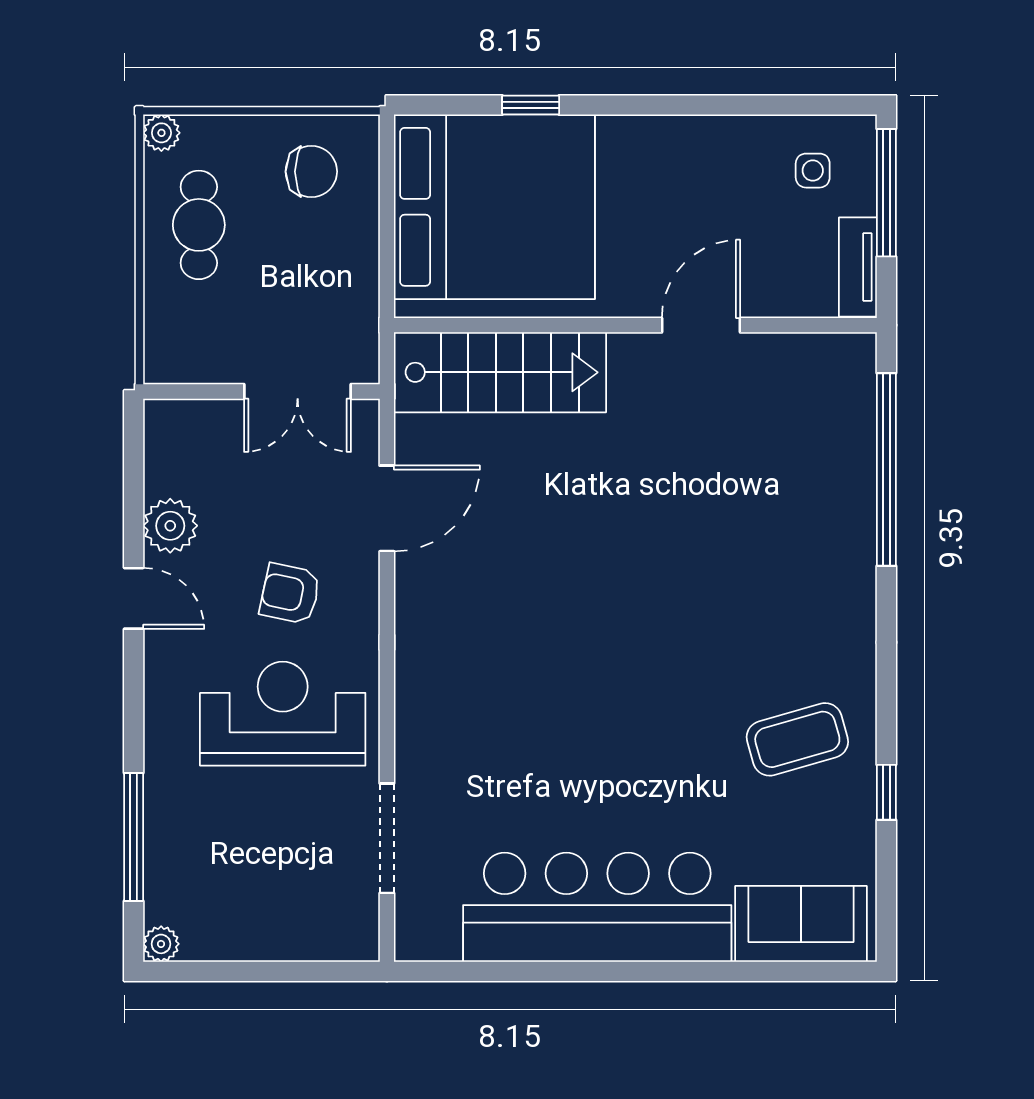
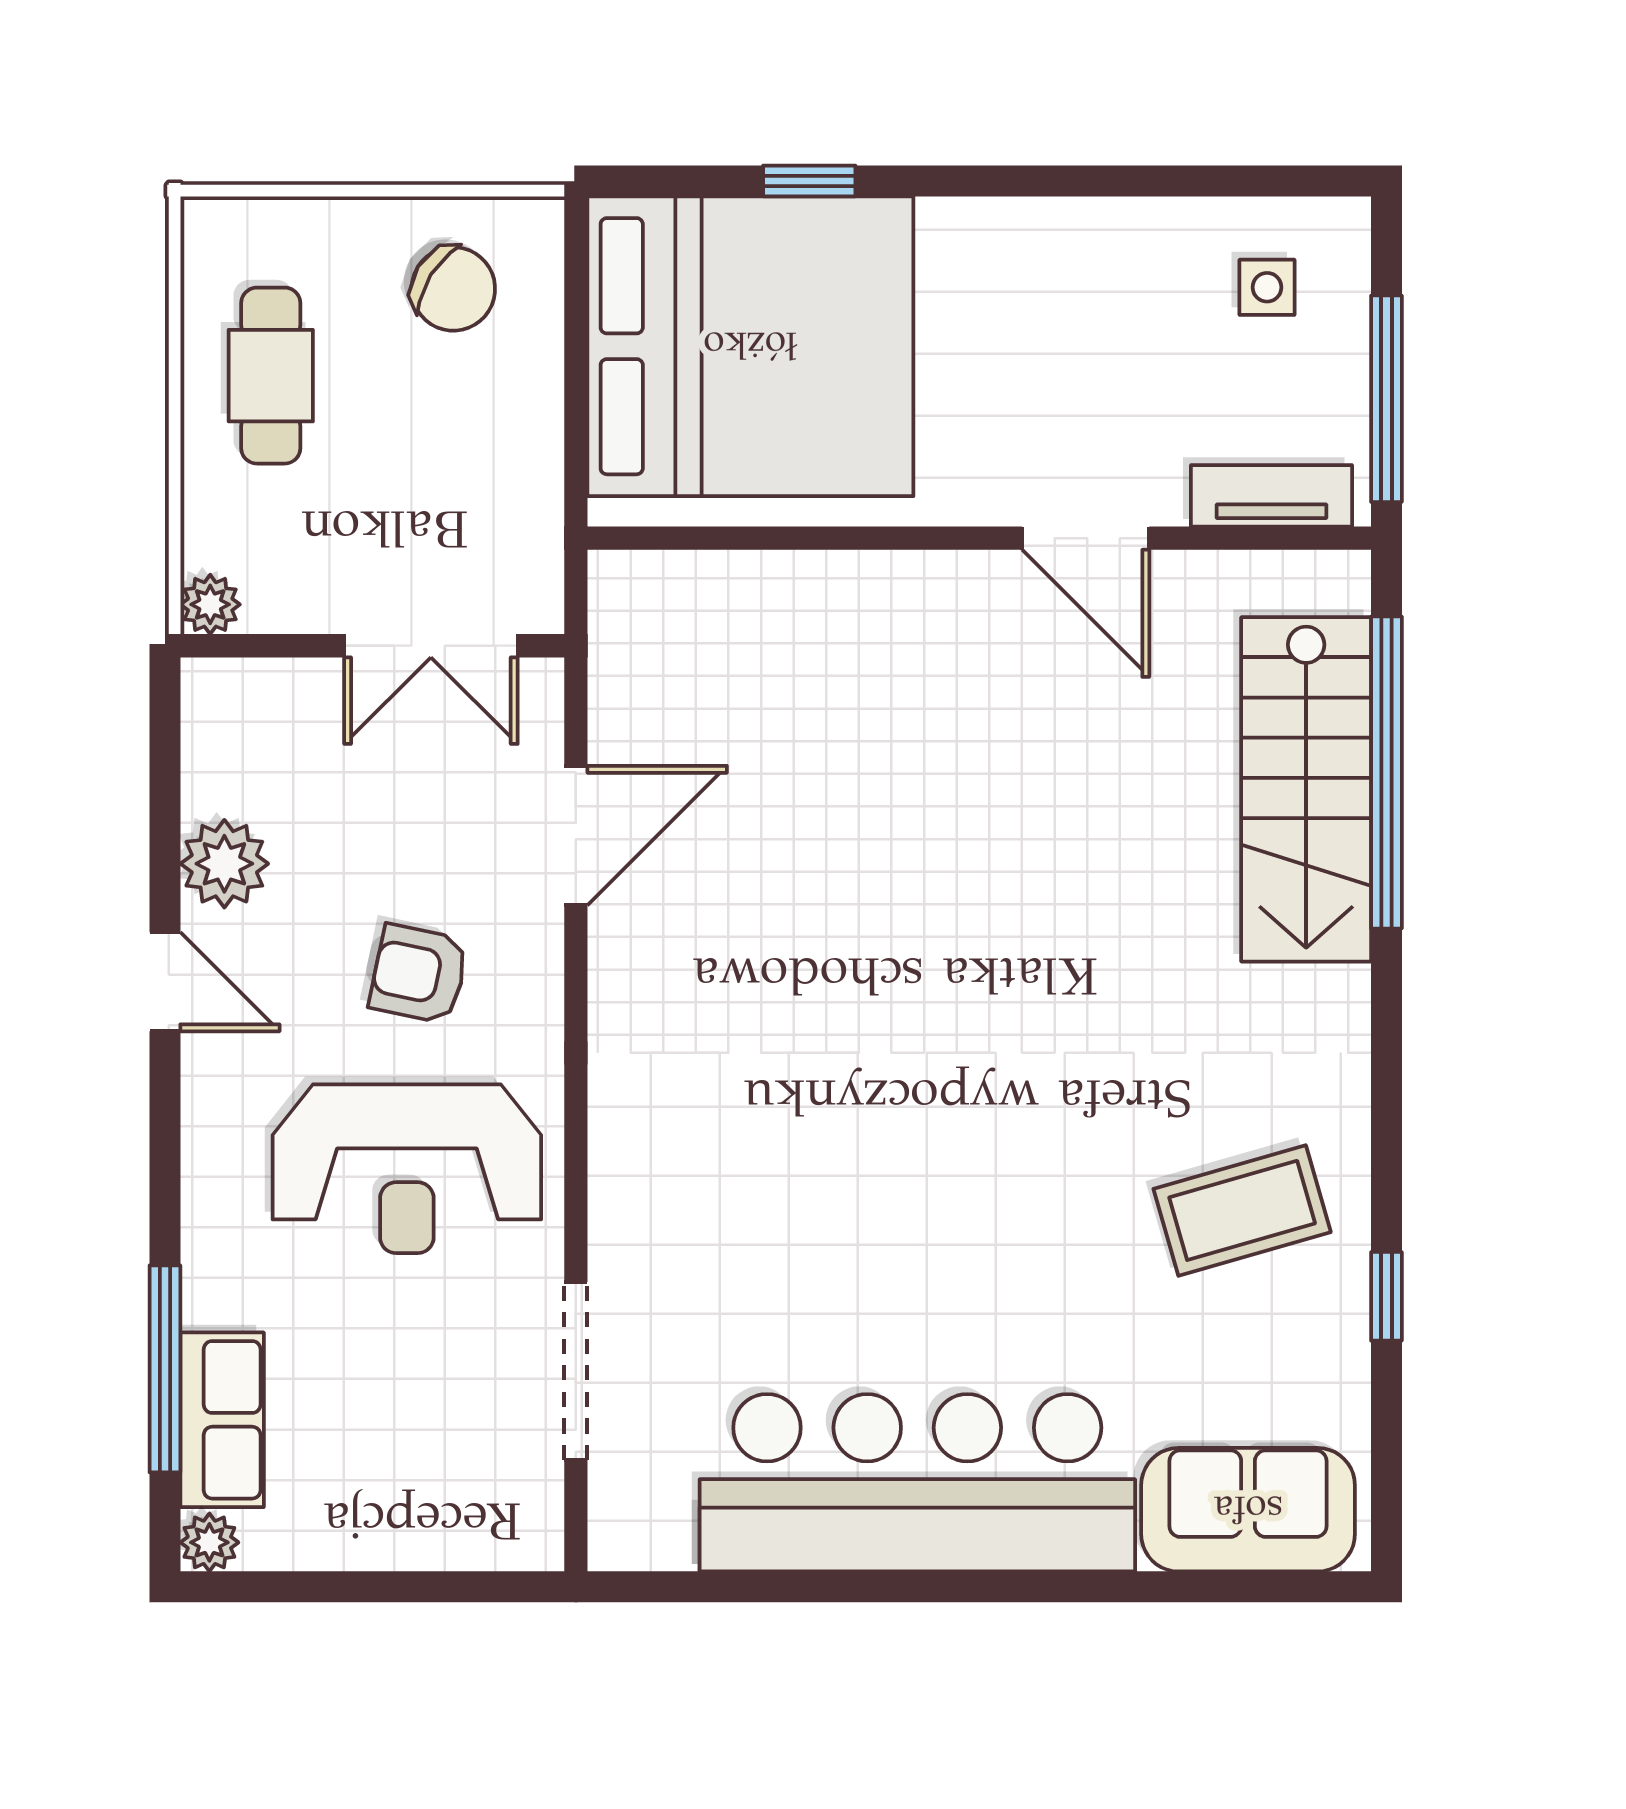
plant: (161, 133) -> (210, 604), moved
chair: (311, 172) -> (453, 289), turned 32
window: (886, 193) -> (1386, 399), moved
tv unit: (858, 267) -> (1271, 496), moved, turned 90
door: (701, 325) -> (1086, 538), swing flipped
stairs: (500, 372) -> (1306, 789), moved, turned 90
reception desk: (283, 714) -> (407, 1169), turned 180
row of seats: (169, 868) -> (222, 1420), added

